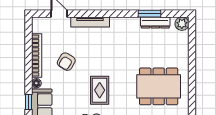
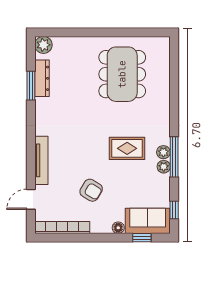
bookcase: (37, 56) -> (62, 227), moved

